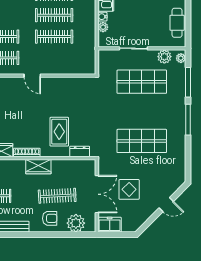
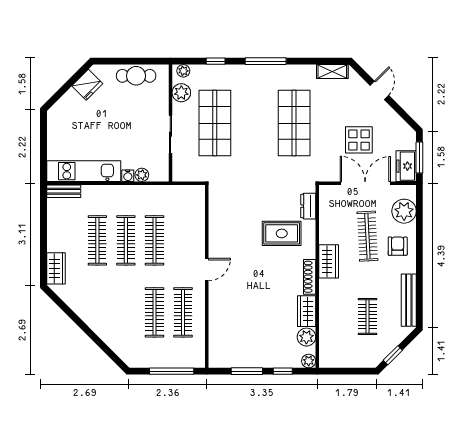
window: (188, 82) -> (216, 61), width x0.46
shelving: (180, 169) -> (332, 72), added
window: (116, 235) -> (419, 157), added

